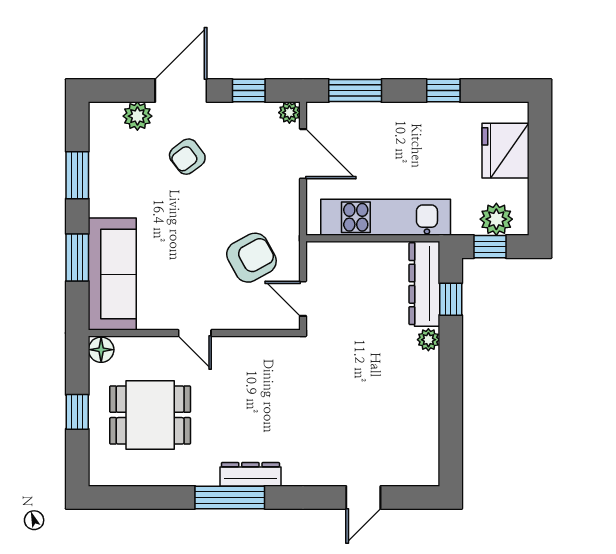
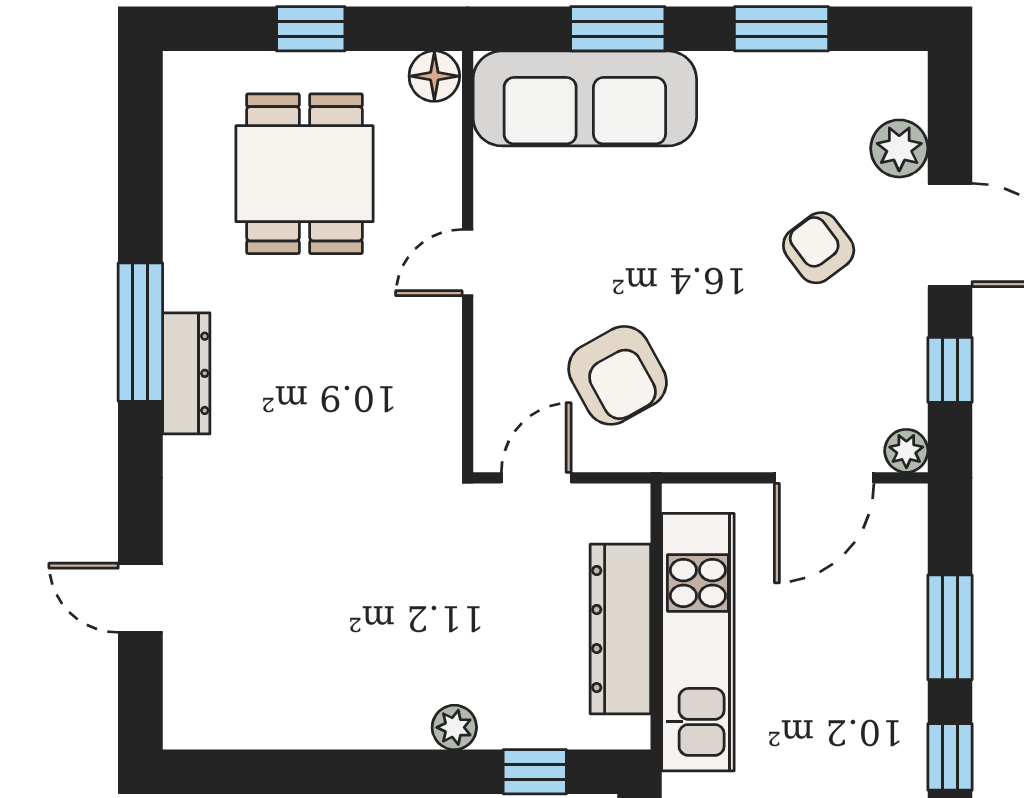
window: (355, 91) -> (950, 627), moved
dresser: (424, 284) -> (620, 629), moved, turned -90

